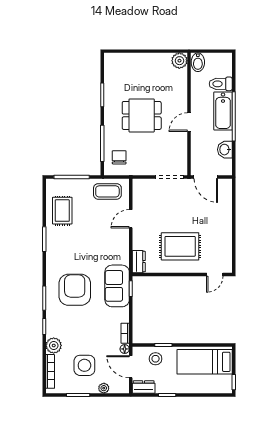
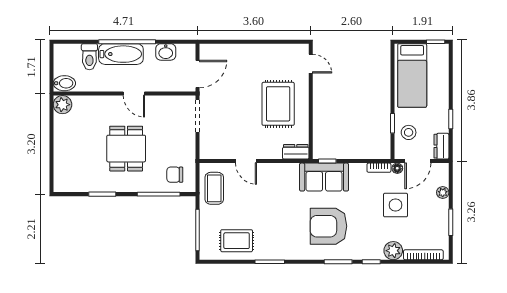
side table: (84, 365) -> (396, 205), moved

